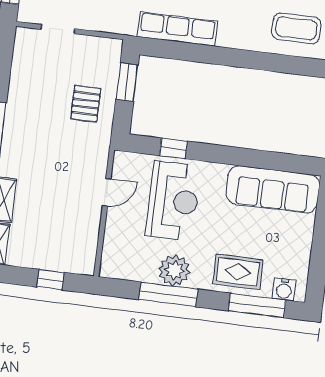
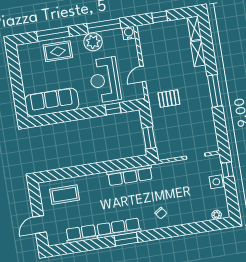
pallet: (86, 104) -> (169, 99), moved, turned 90
water cooler: (284, 289) -> (129, 33), moved
window: (168, 294) -> (104, 26), moved
window: (257, 305) -> (53, 34), moved

